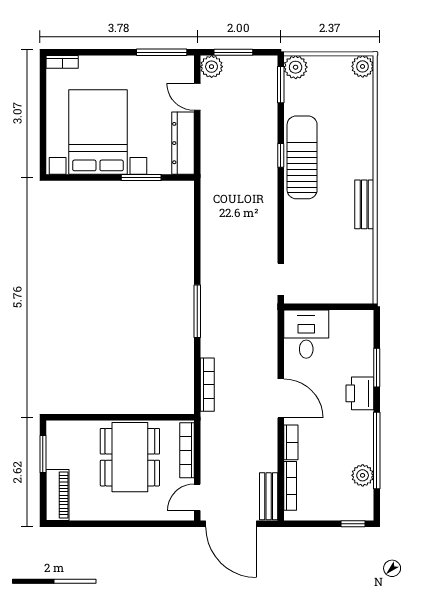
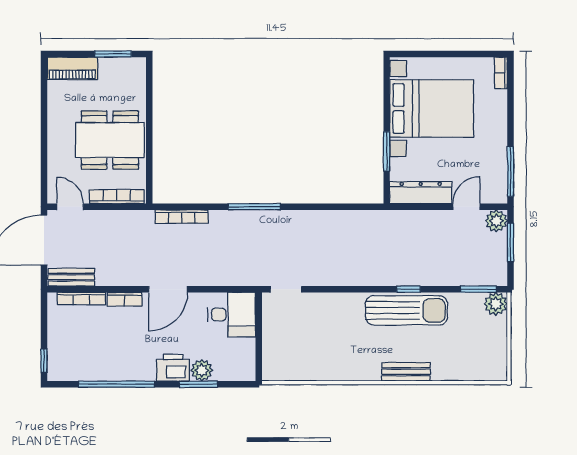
plant: (363, 66) -> (497, 370), removed
bench: (364, 204) -> (406, 372), moved
plant: (363, 475) -> (202, 370), moved

